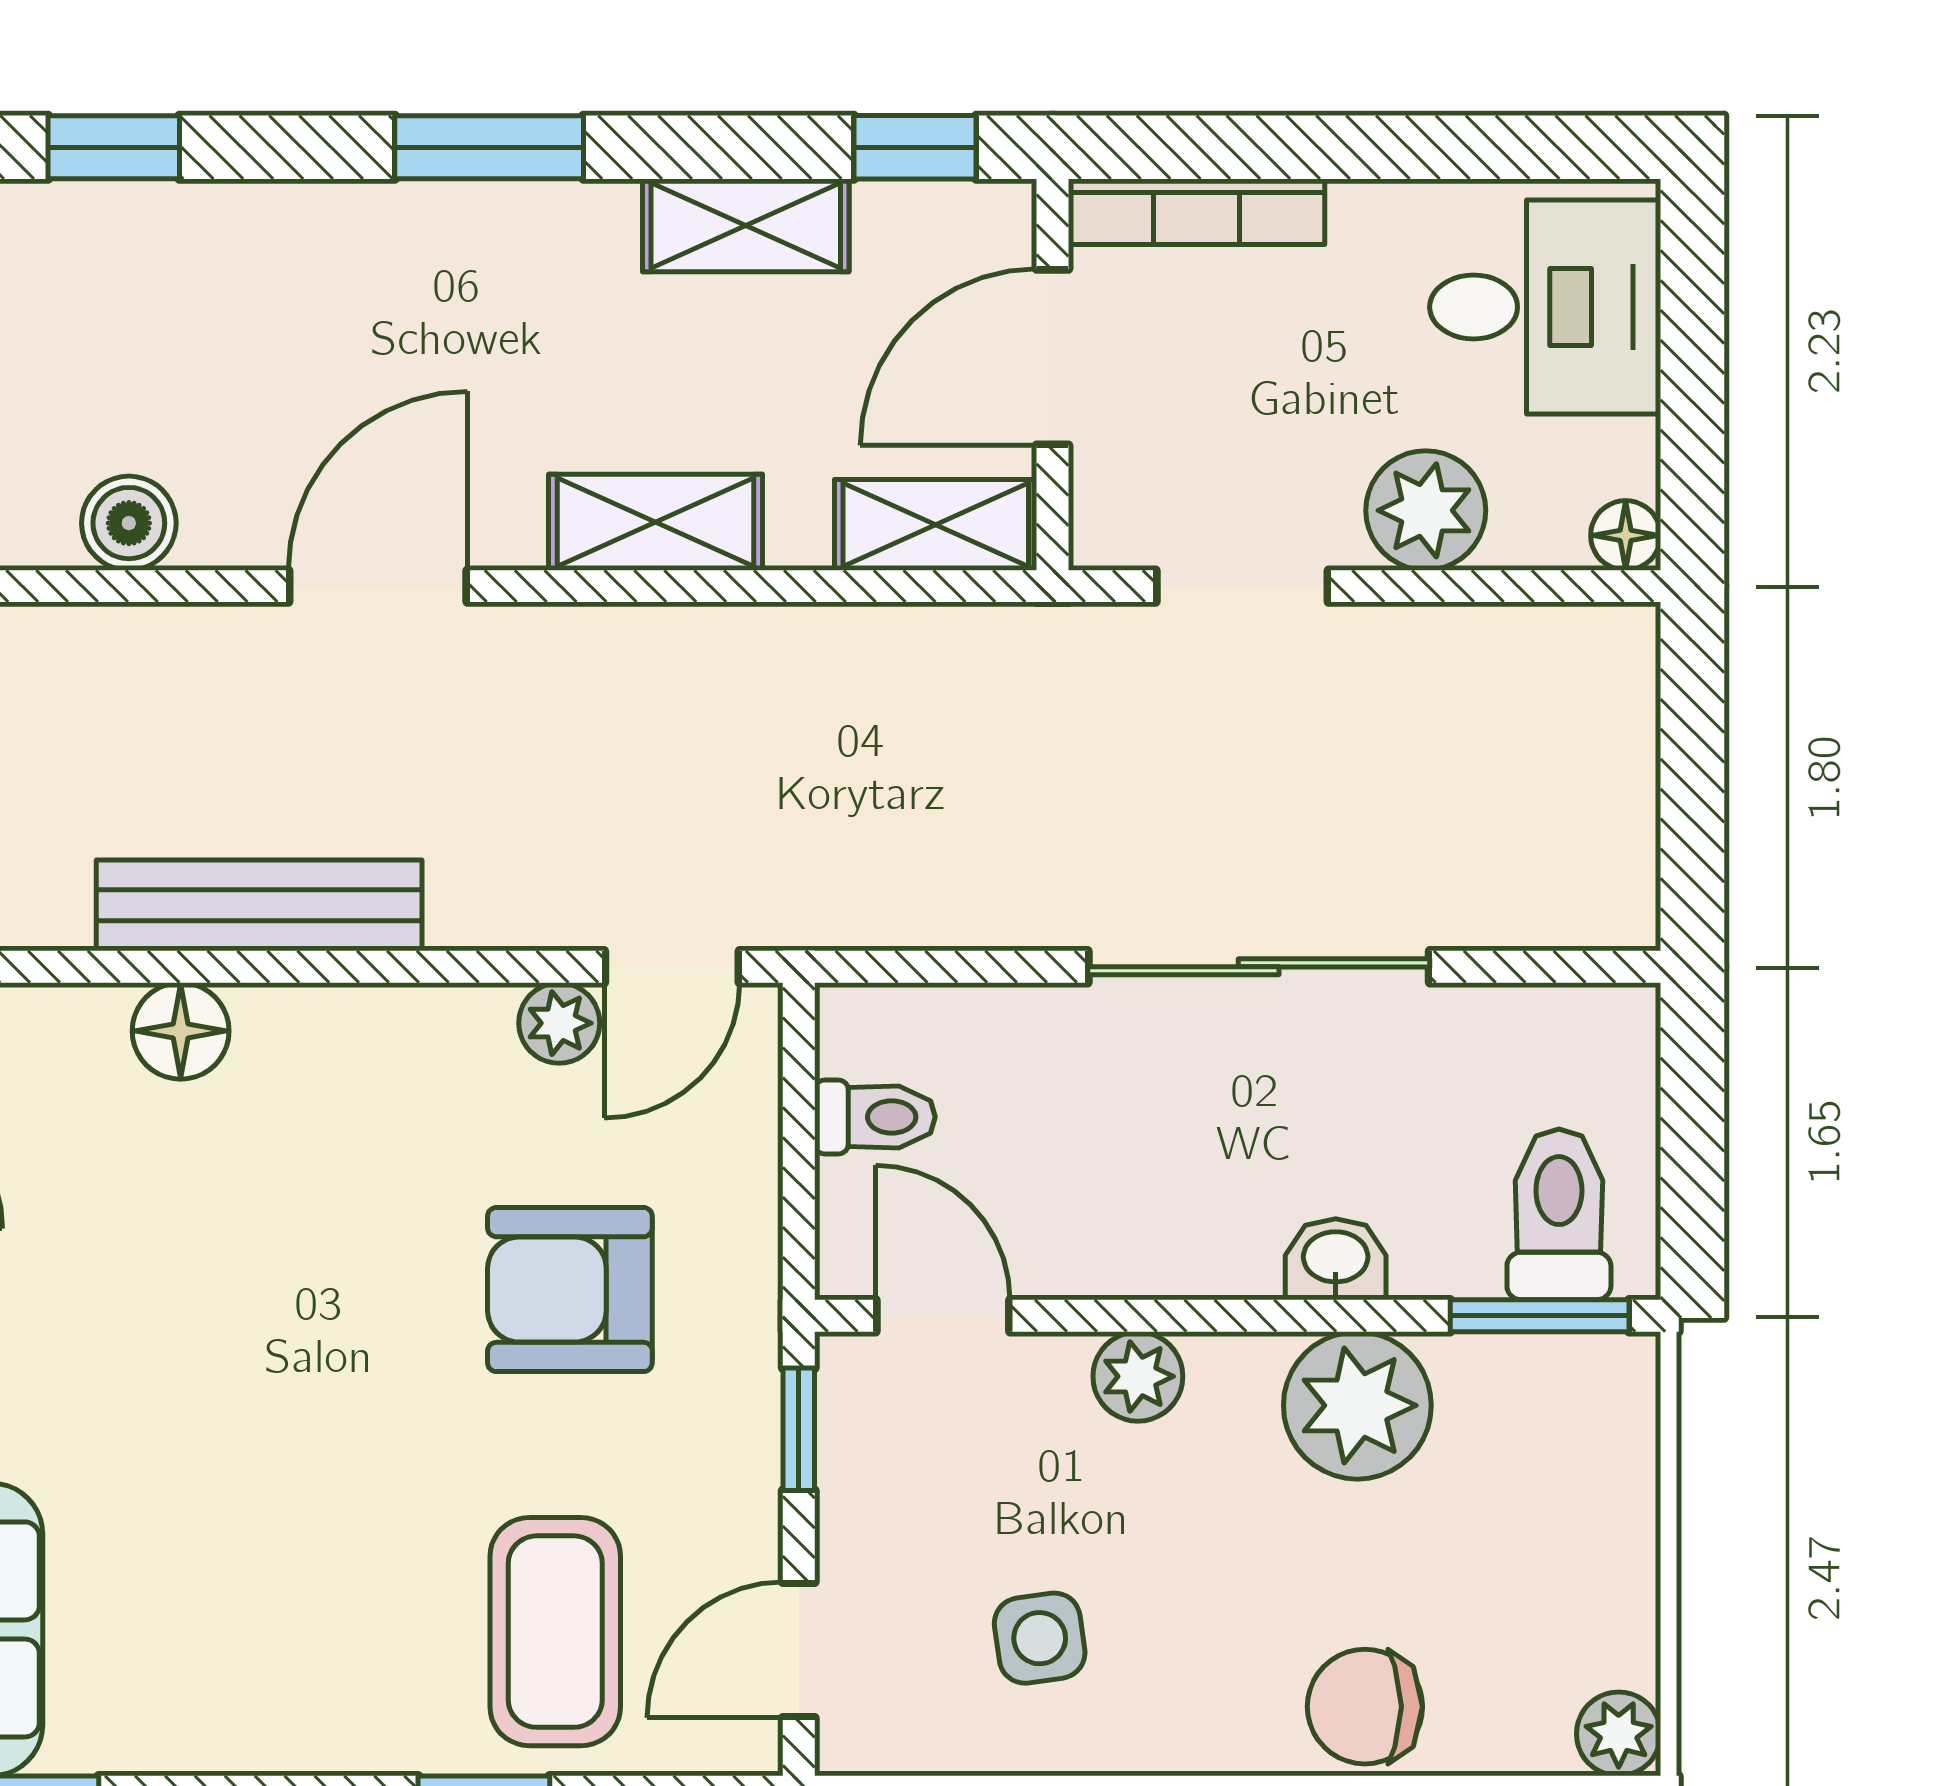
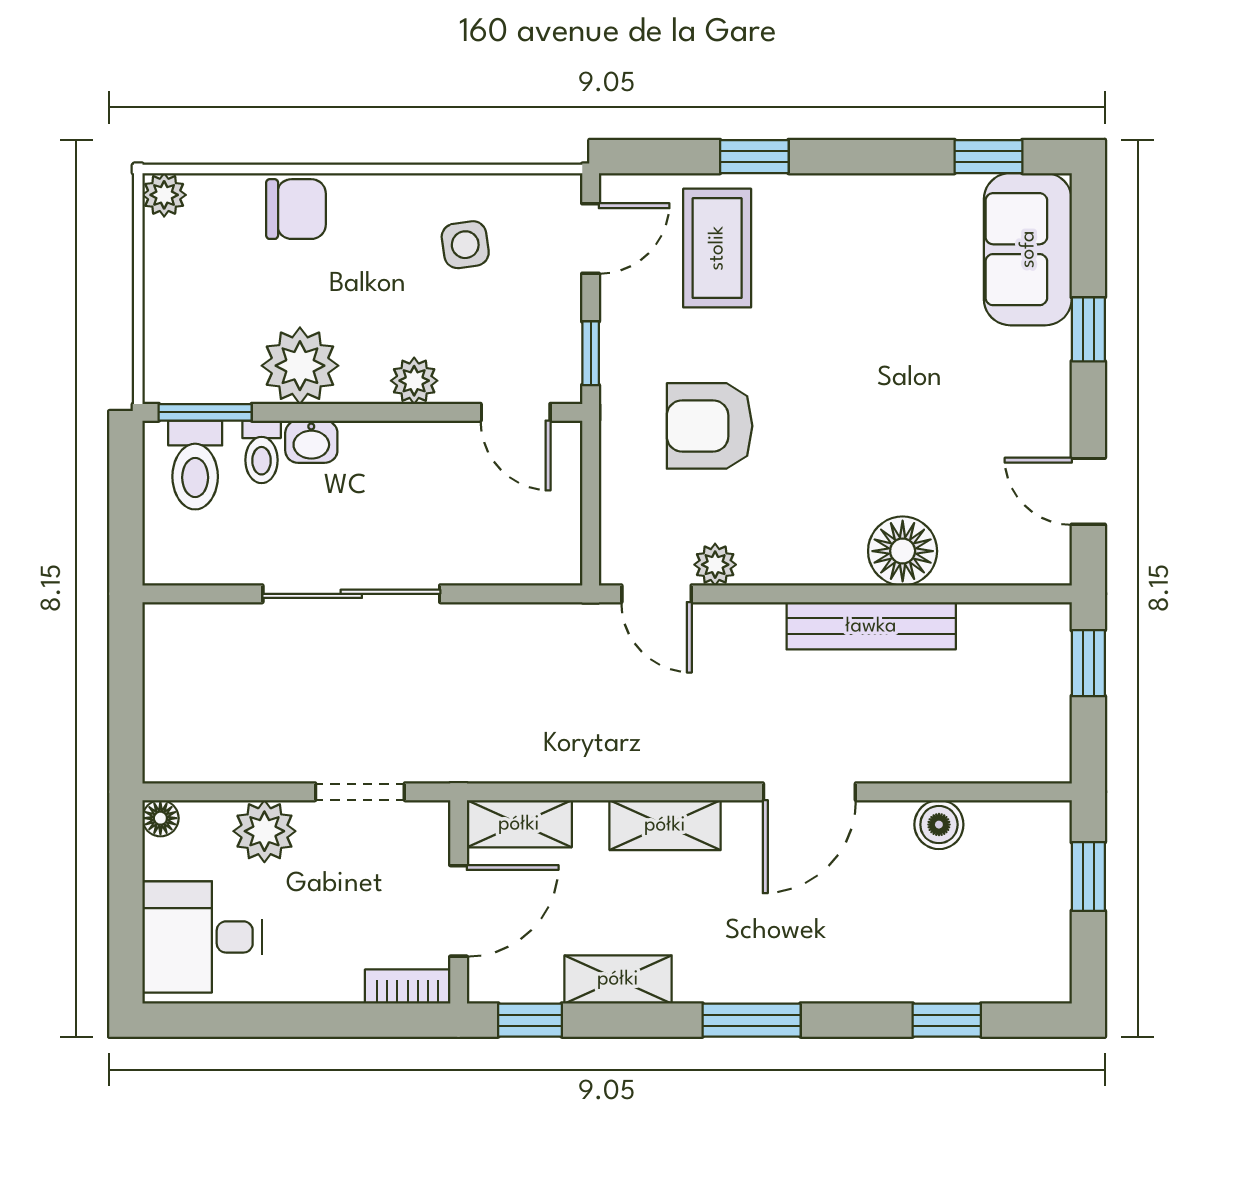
bookcase: (1197, 212) -> (408, 986), width x0.64
door: (672, 967) -> (657, 594), swing flipped
floor lamp: (181, 1031) -> (903, 551), width x1.38, depth x1.38
toilet: (875, 1117) -> (262, 452), moved, turned -90
armchair: (570, 1290) -> (710, 426), turned 180

